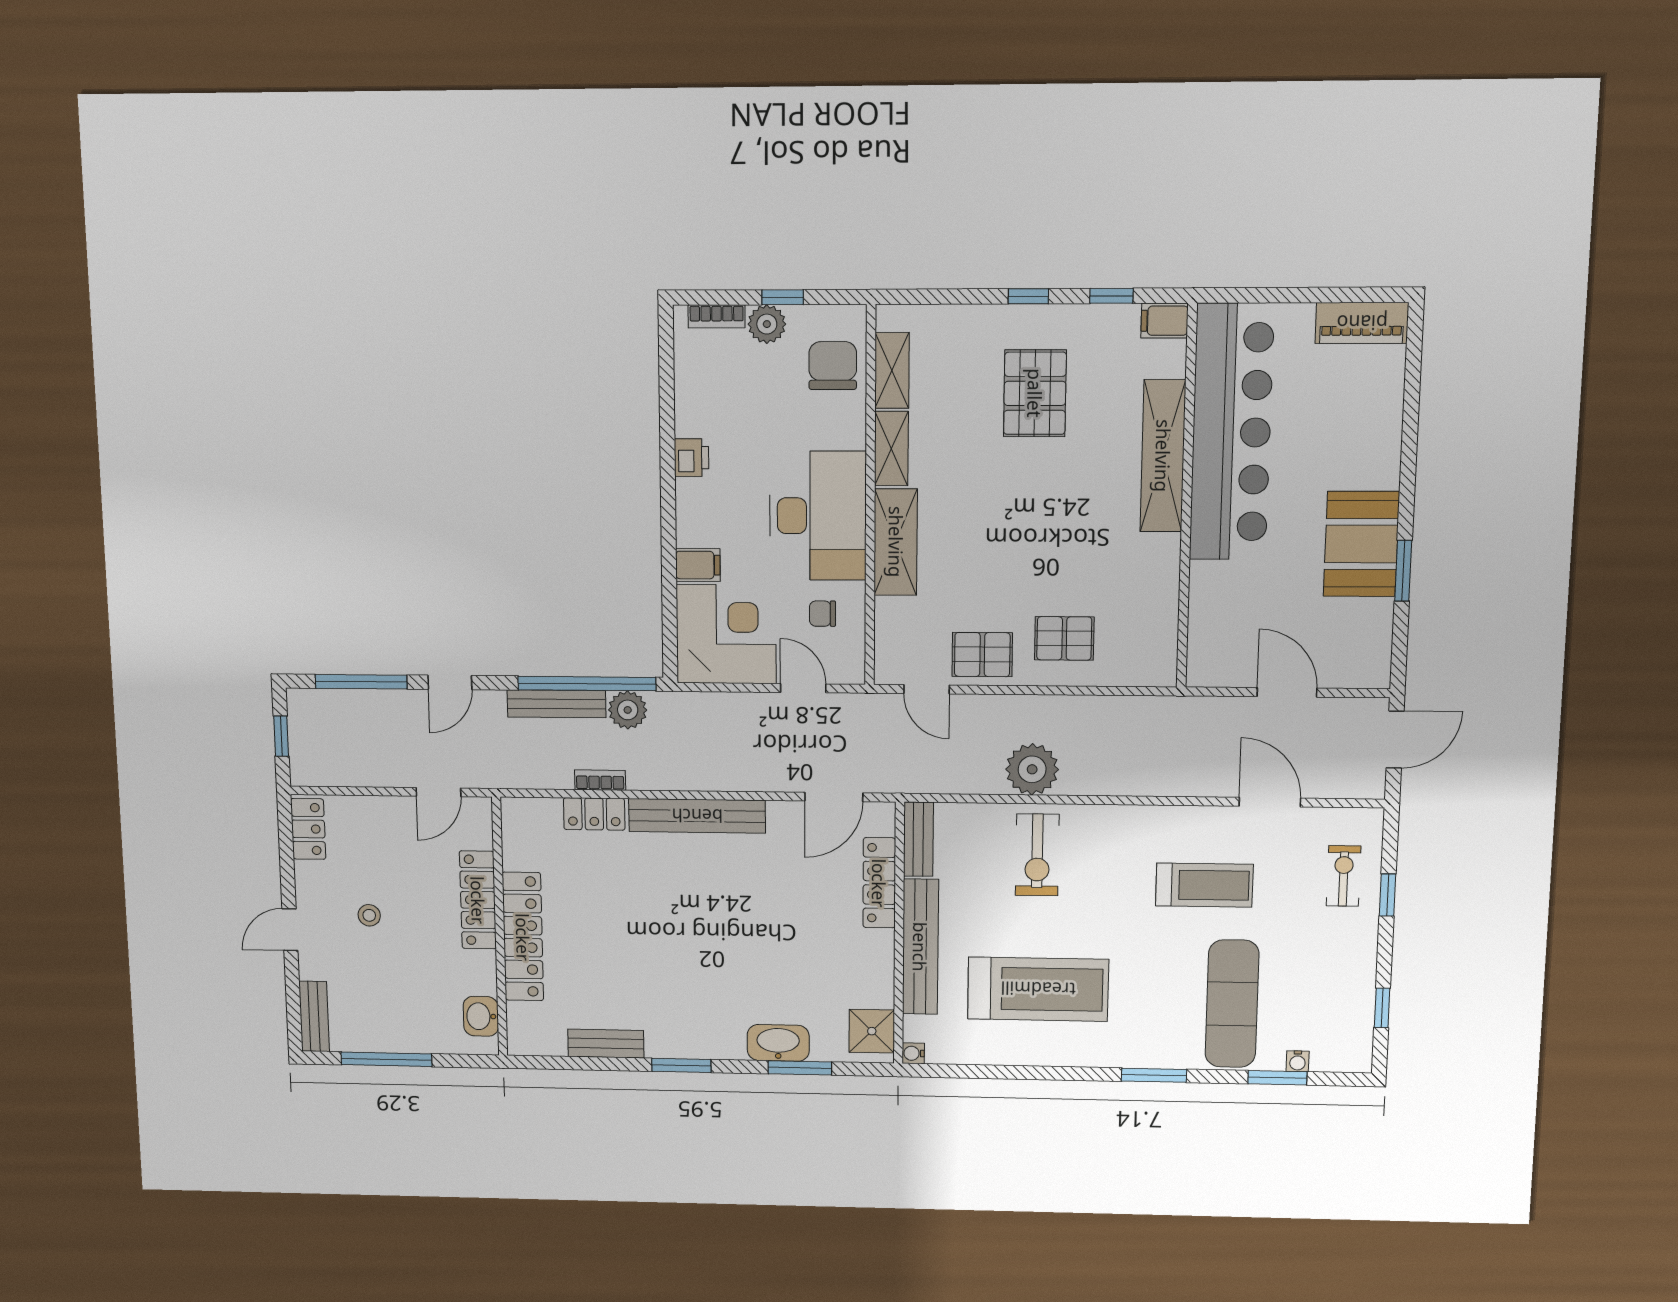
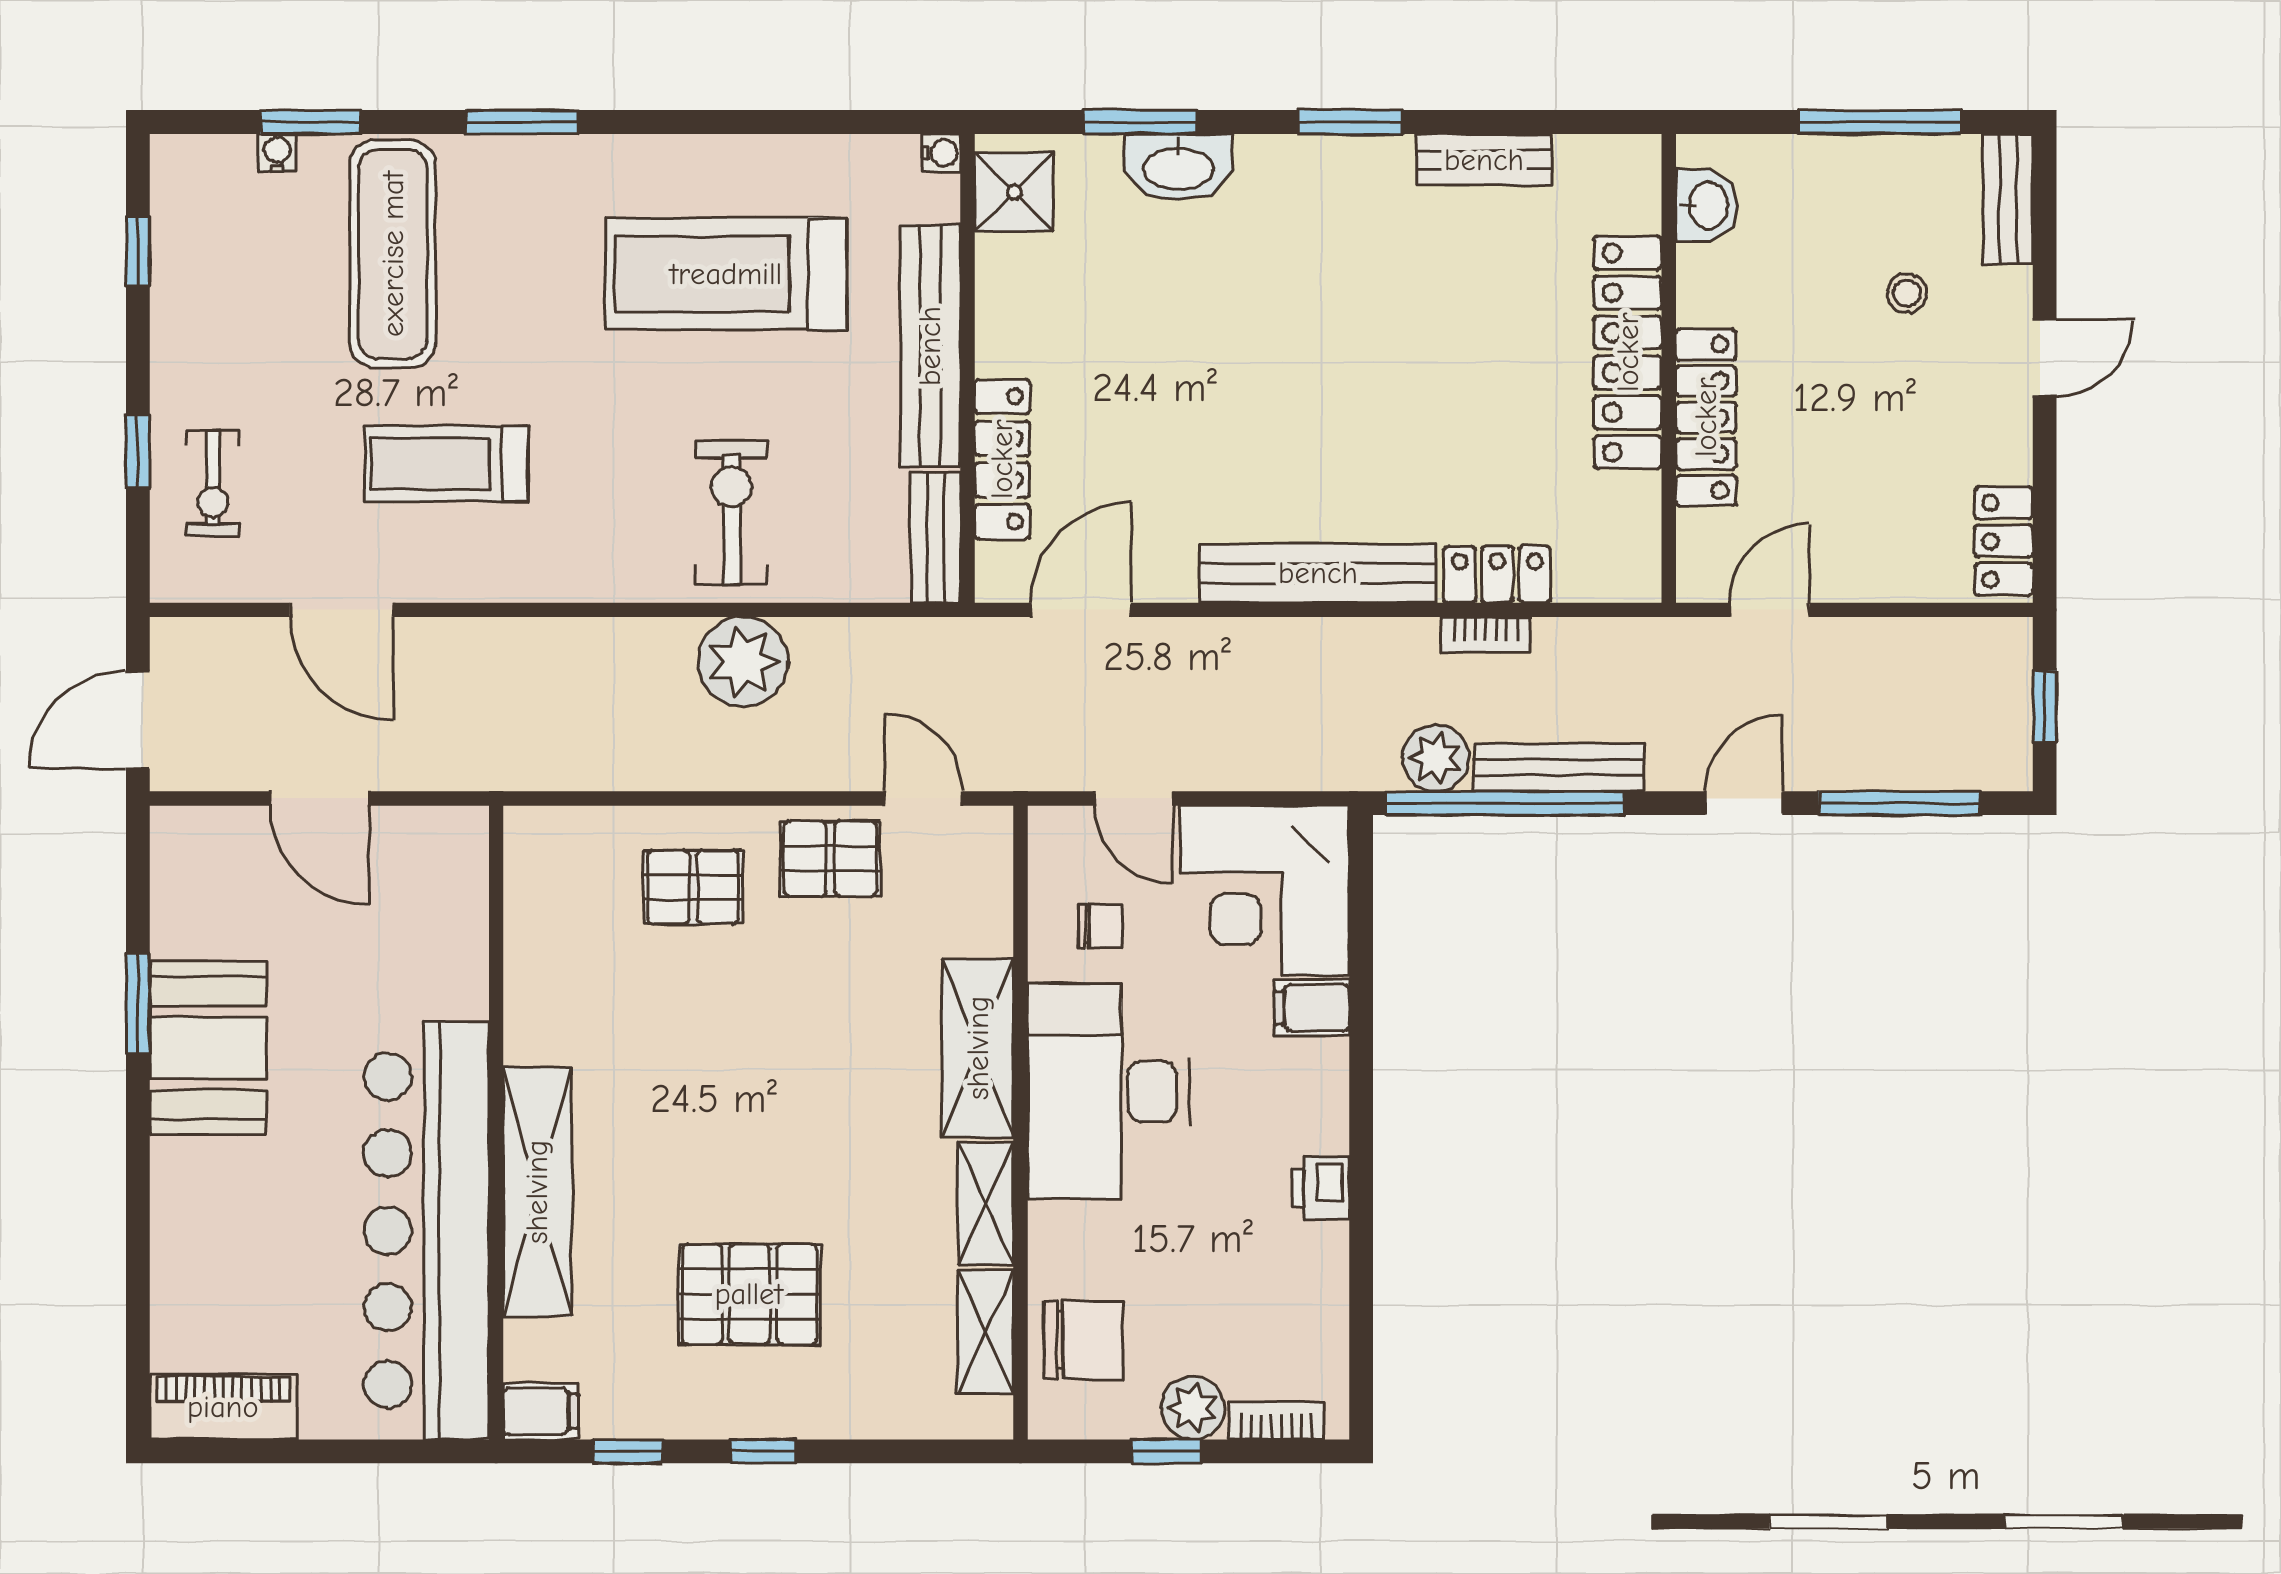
chair: (833, 366) -> (1084, 1340), turned -90
pallet: (1035, 393) -> (749, 1294), turned 90
stool: (369, 915) -> (1907, 293), moved

